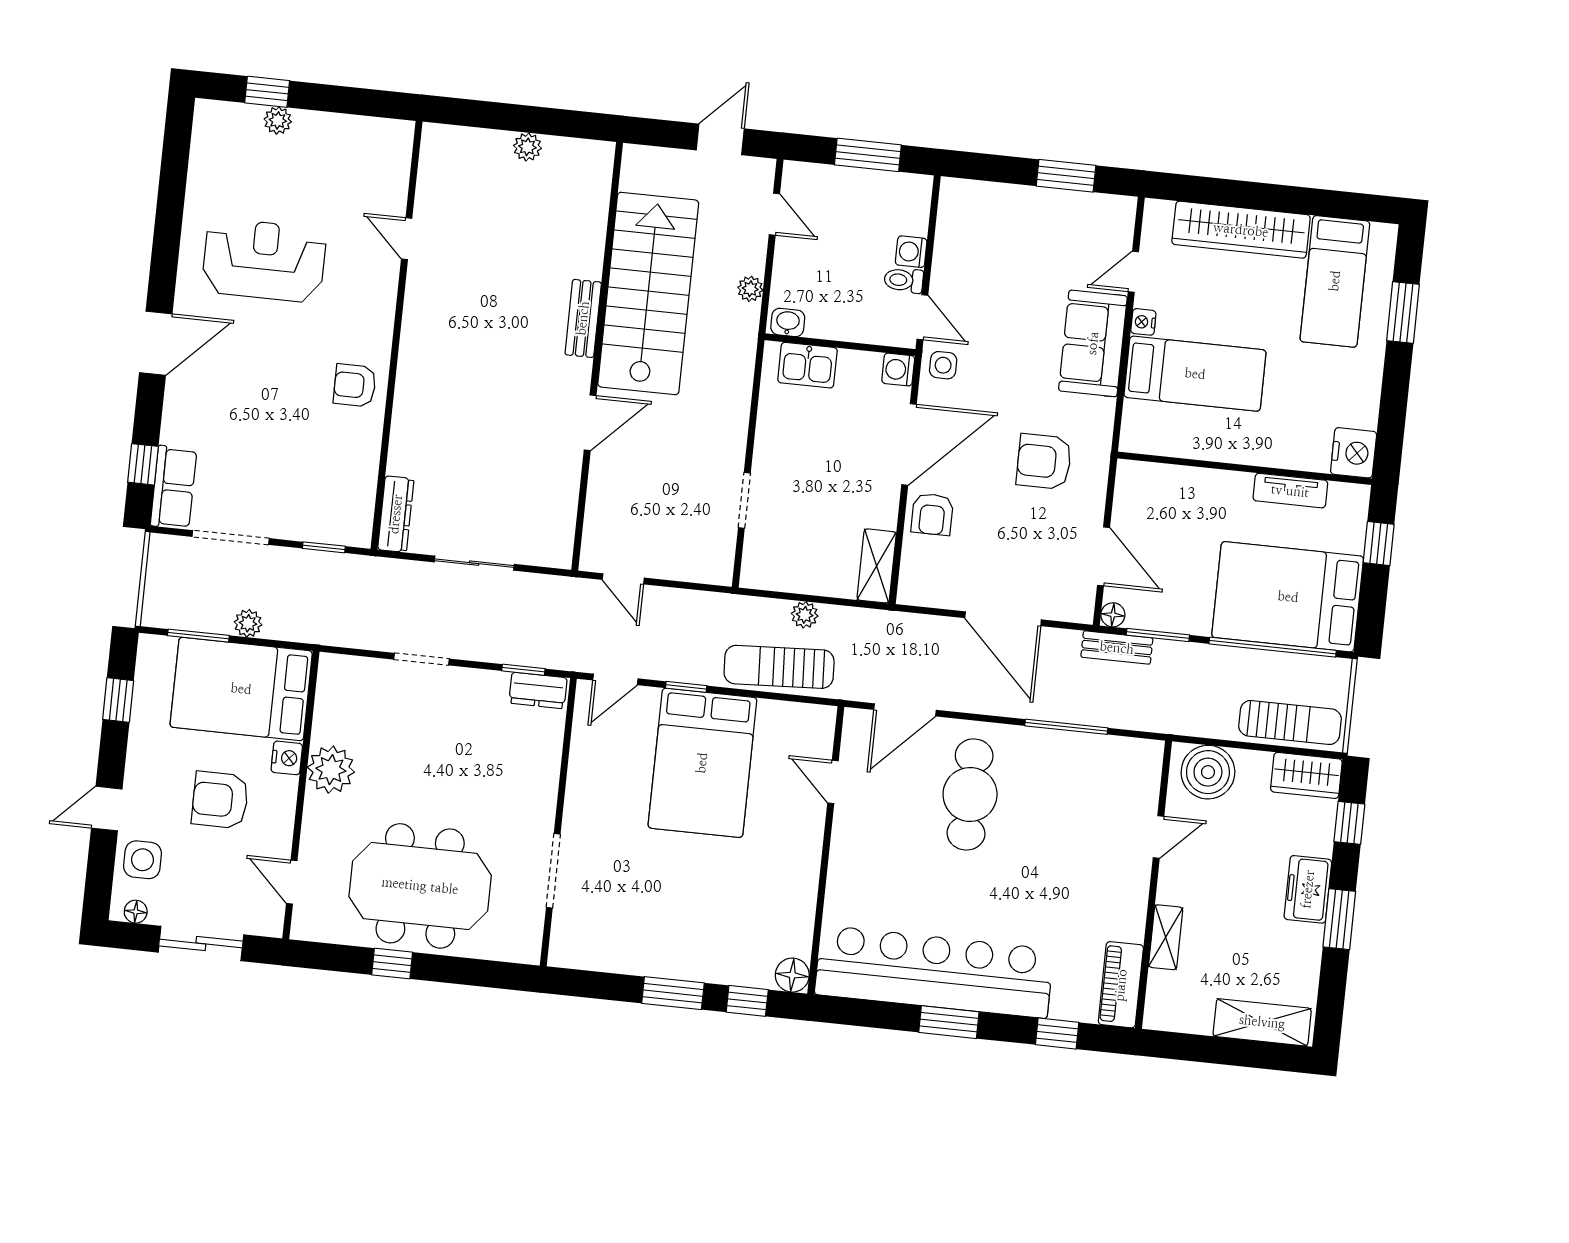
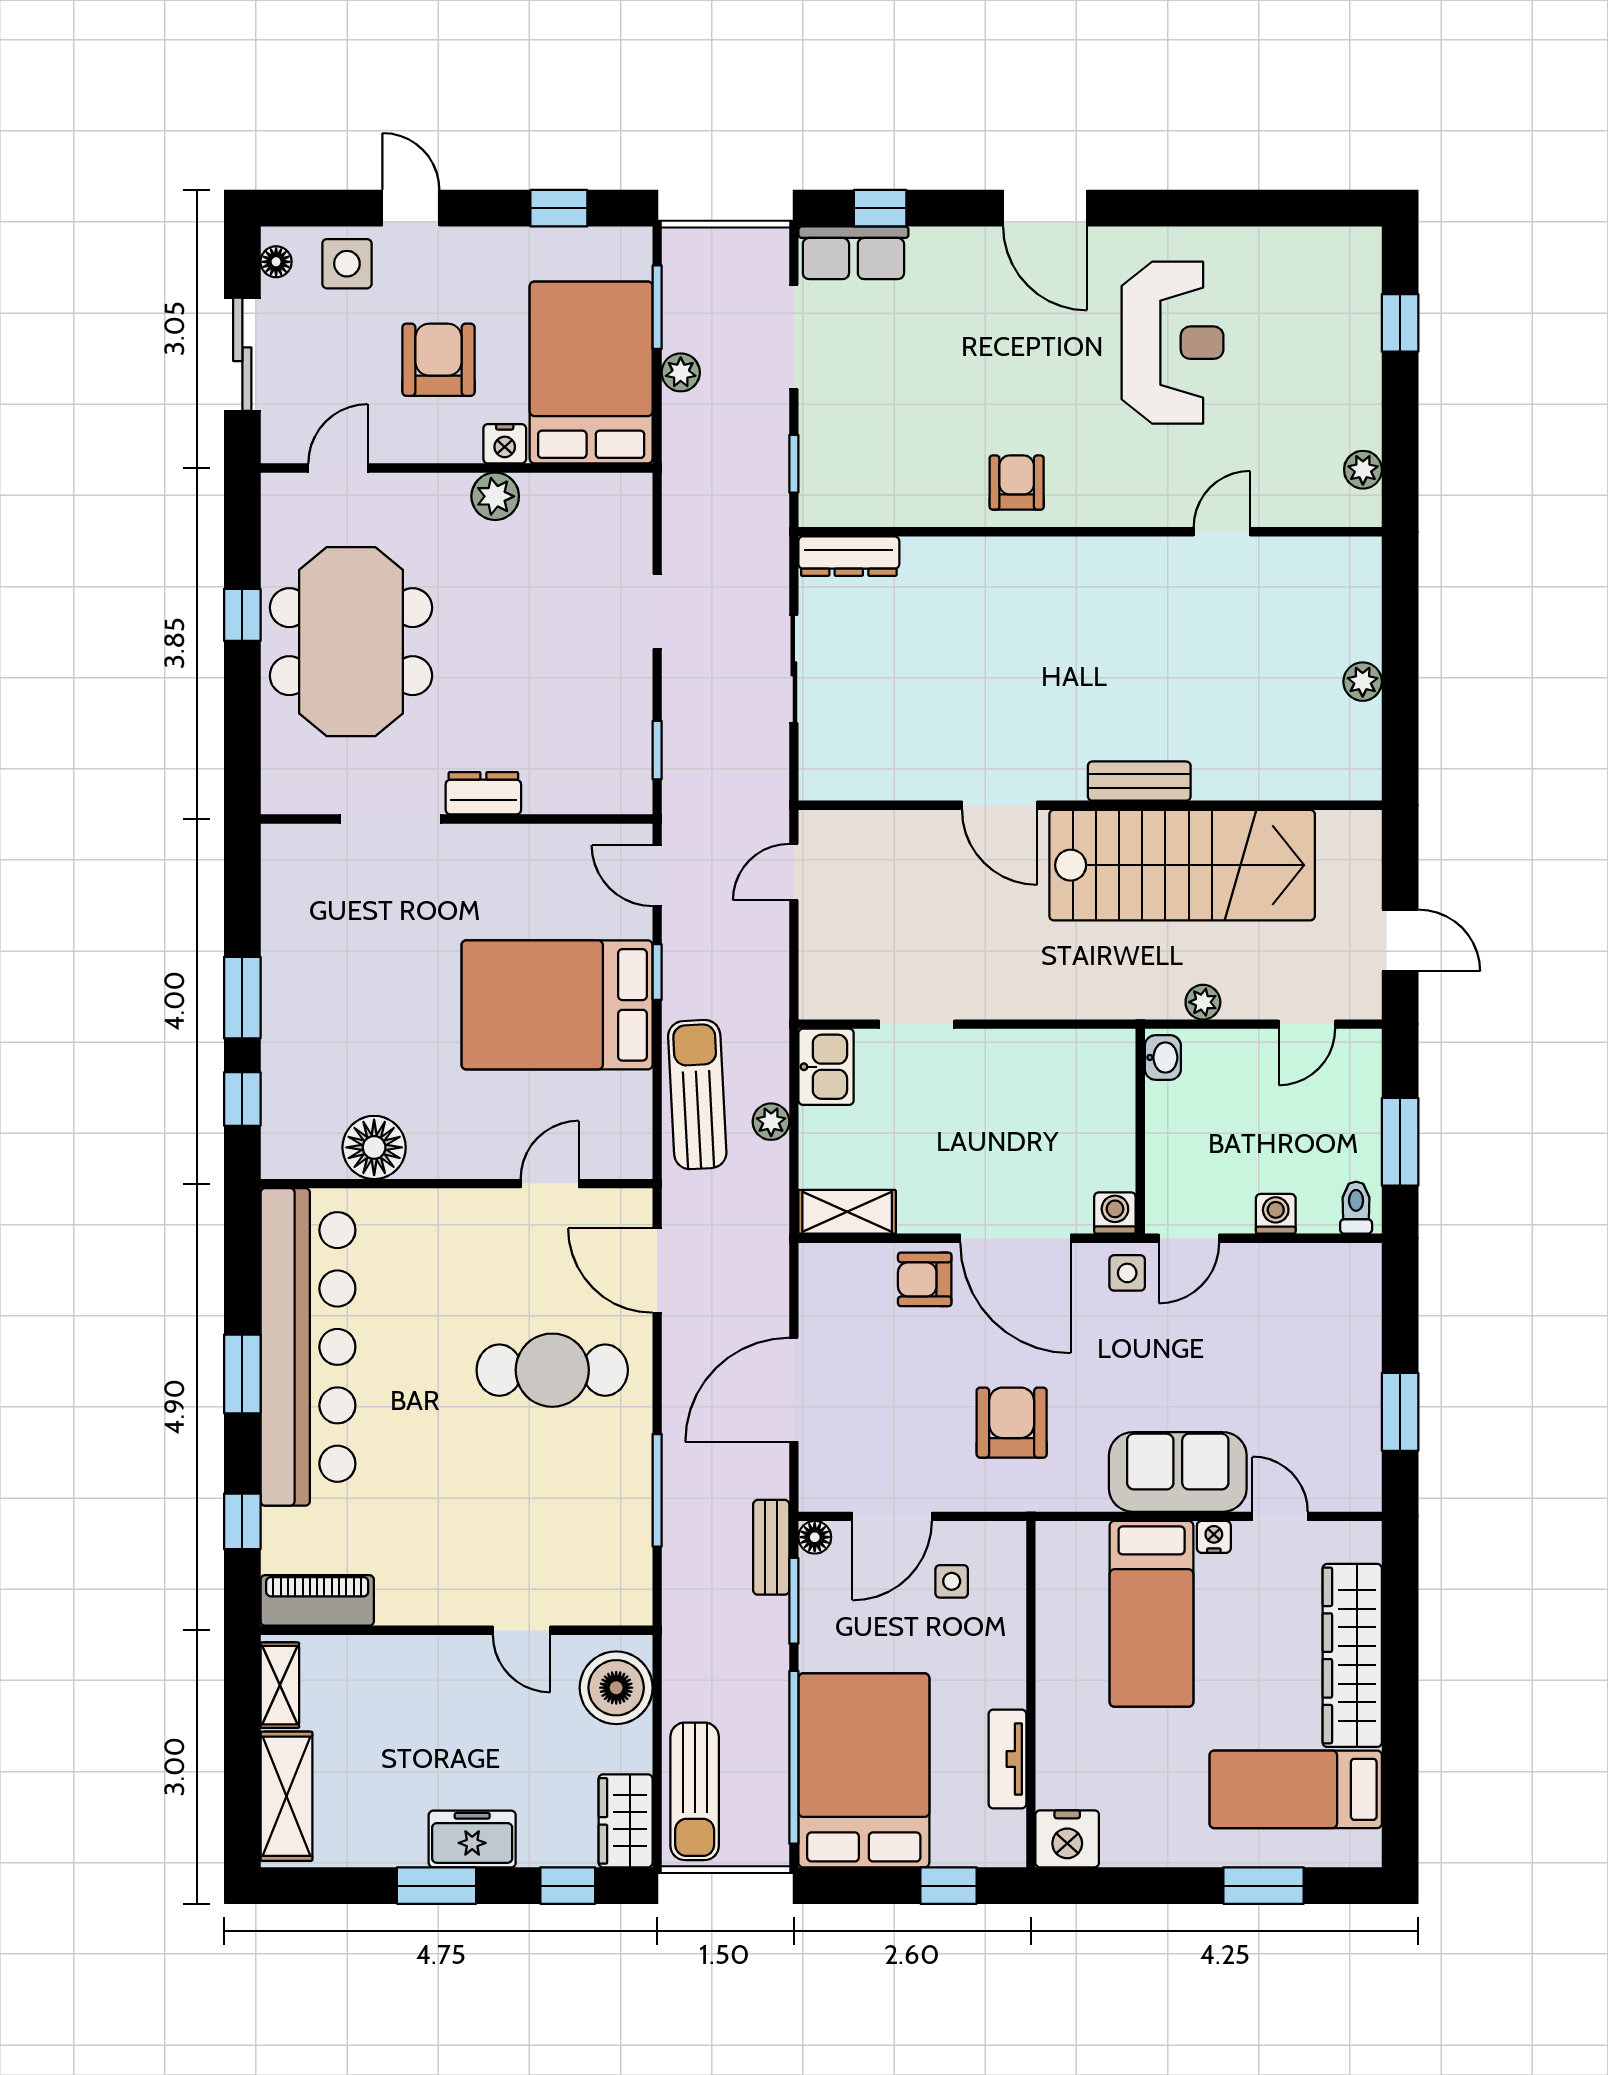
plant: (278, 120) -> (1363, 470), moved
toilet: (904, 280) -> (1356, 1208), moved
kitchen sink: (807, 365) -> (826, 1067), moved, turned 180
side table: (1156, 518) -> (952, 1581), added
dresser: (538, 690) -> (483, 793), moved, turned 90
plant: (331, 770) -> (495, 496), width x0.73, depth x0.73
shelving: (1166, 937) -> (280, 1685), moved, turned 90
floor lamp: (792, 975) -> (374, 1147), moved, width x1.38, depth x1.38

